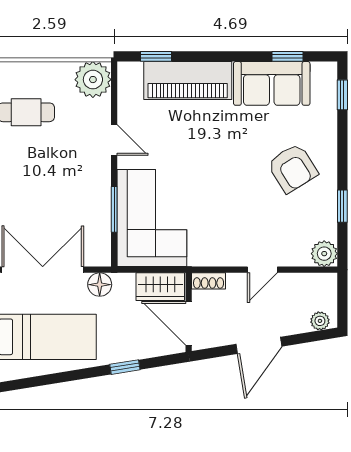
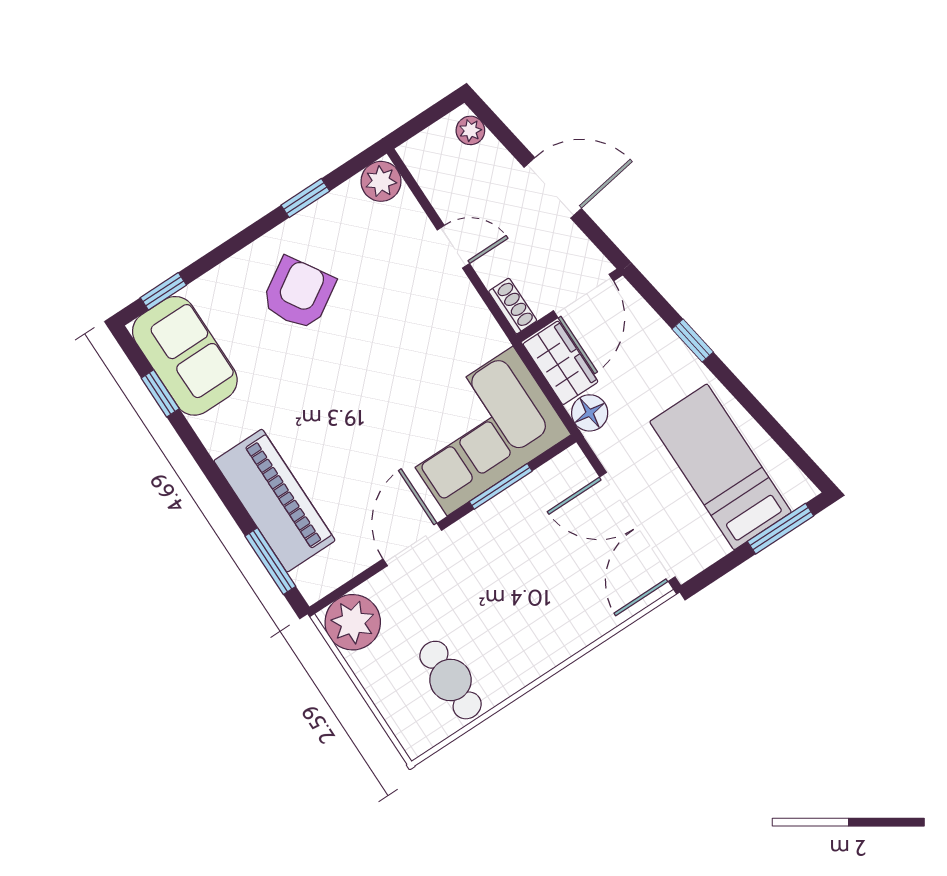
window: (156, 56) -> (270, 561), width x1.50
sofa: (272, 83) -> (185, 356), moved
door: (114, 140) -> (412, 545), width x1.38
floor lamp: (100, 285) -> (590, 413), moved

